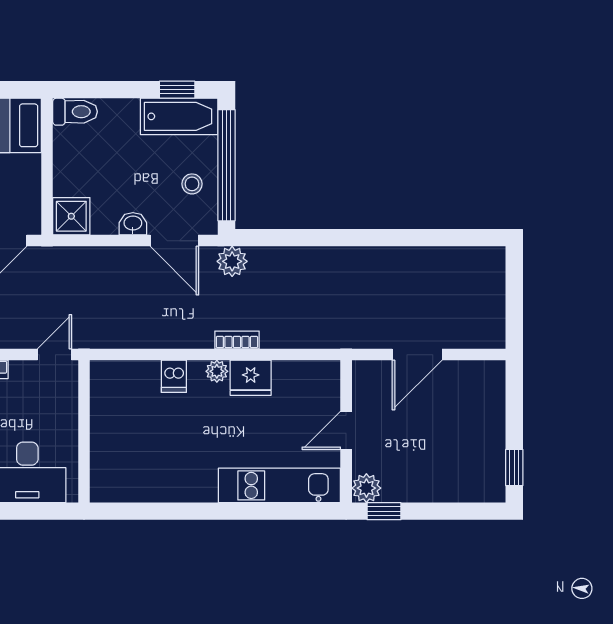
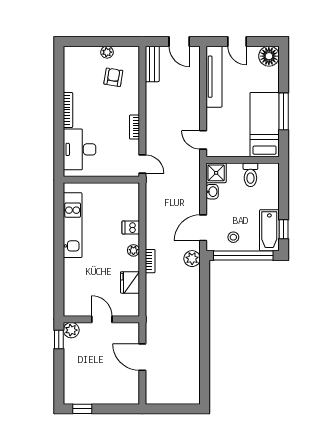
toilet: (75, 112) -> (250, 175), moved
washbasin: (133, 224) -> (212, 192), moved
fridge: (251, 378) -> (130, 282), moved
kitchen unit: (279, 485) -> (73, 225), moved

